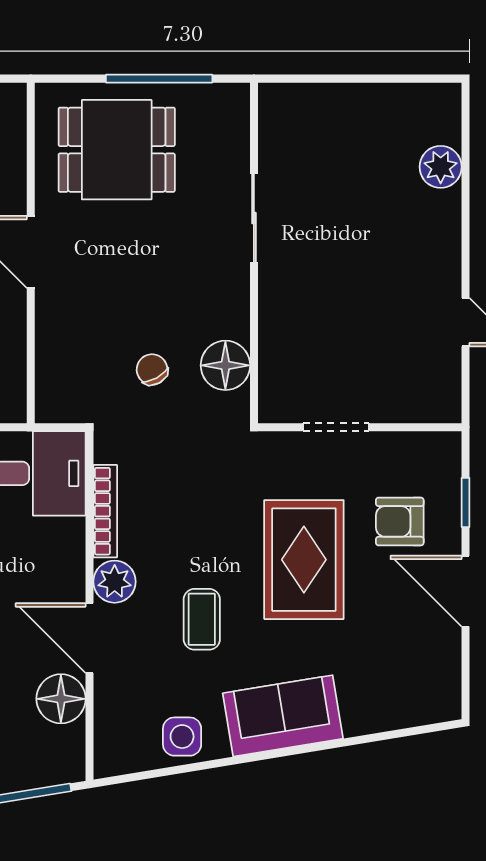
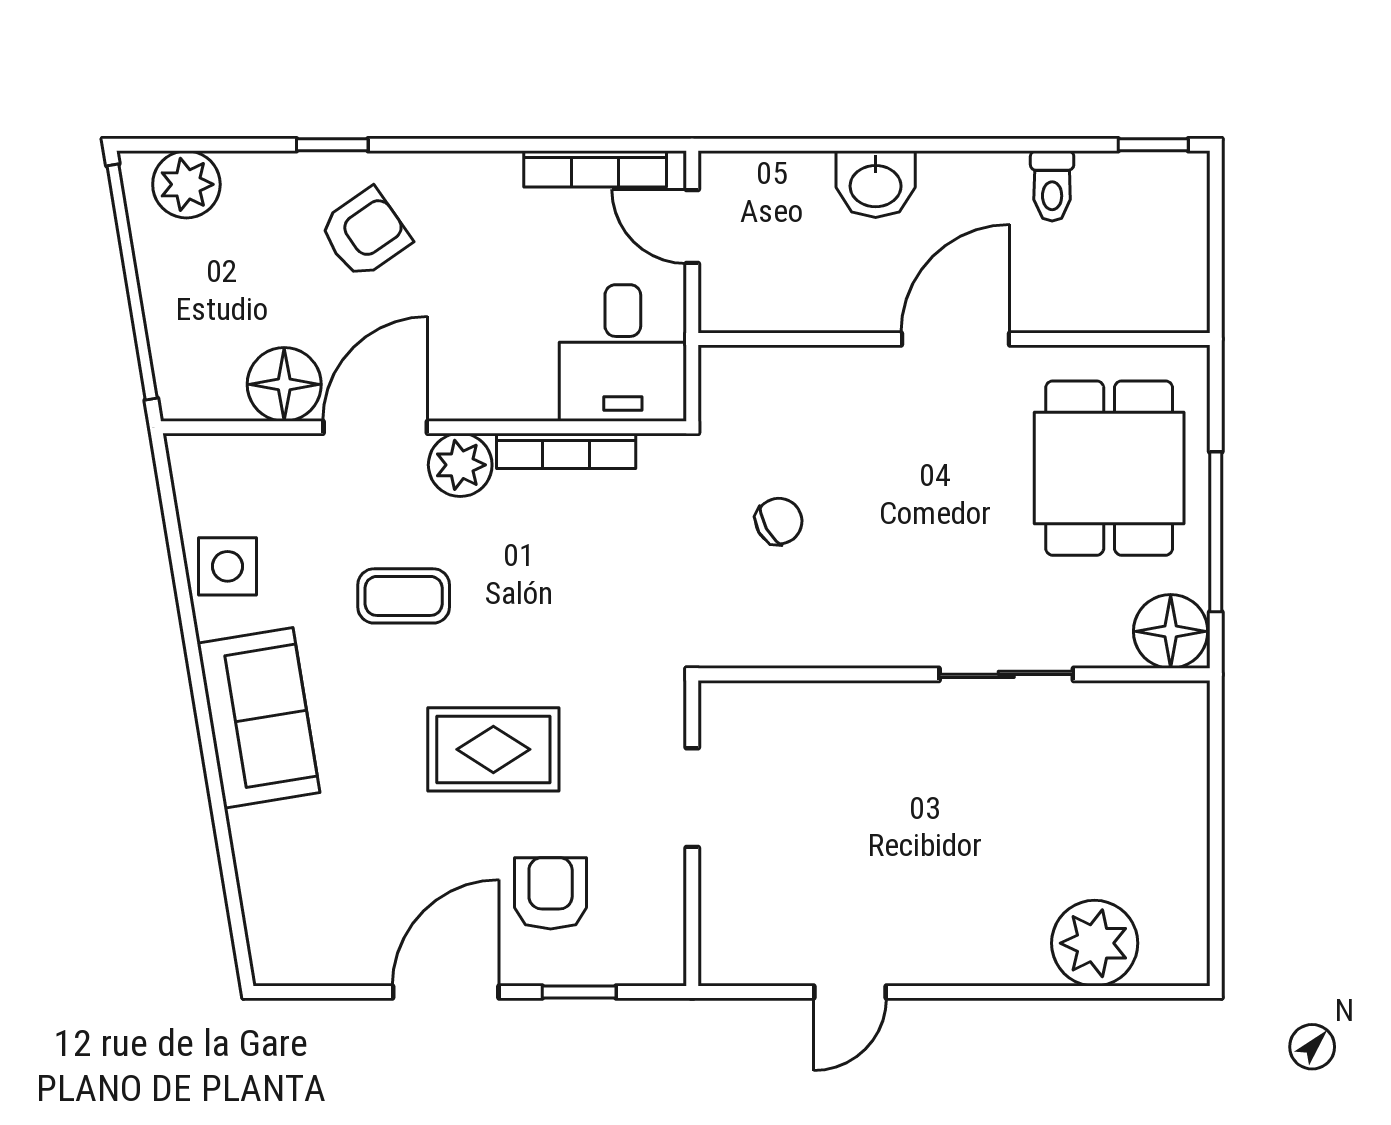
plant: (441, 167) -> (1095, 943), width x1.36, depth x1.36
floor lamp: (225, 365) -> (1171, 631), moved
rug: (304, 560) -> (493, 749), width x0.73, depth x0.70

